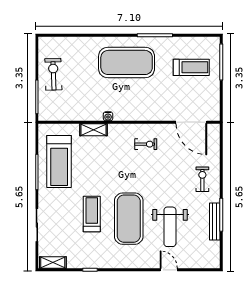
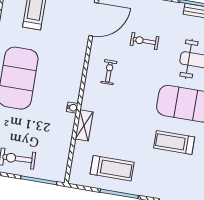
treadmill: (59, 162) -> (112, 168), width x0.73, depth x0.73
exercise bike: (202, 179) -> (144, 41), moved

